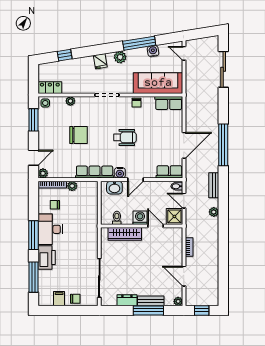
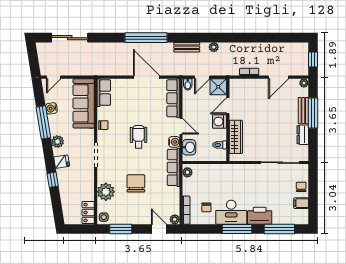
window: (65, 55) -> (53, 180), moved
plant: (70, 101) -> (106, 192), width x1.88, depth x1.88
row of seats: (169, 172) -> (173, 98), width x1.48
plant: (72, 186) -> (187, 172), moved

